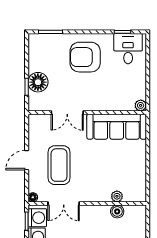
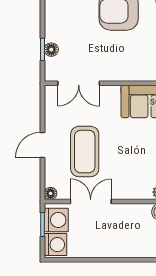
floor lamp: (38, 82) -> (51, 50), width x0.53, depth x0.53
double door: (67, 113) -> (79, 83), moved
double door: (64, 203) -> (91, 201), swing flipped

